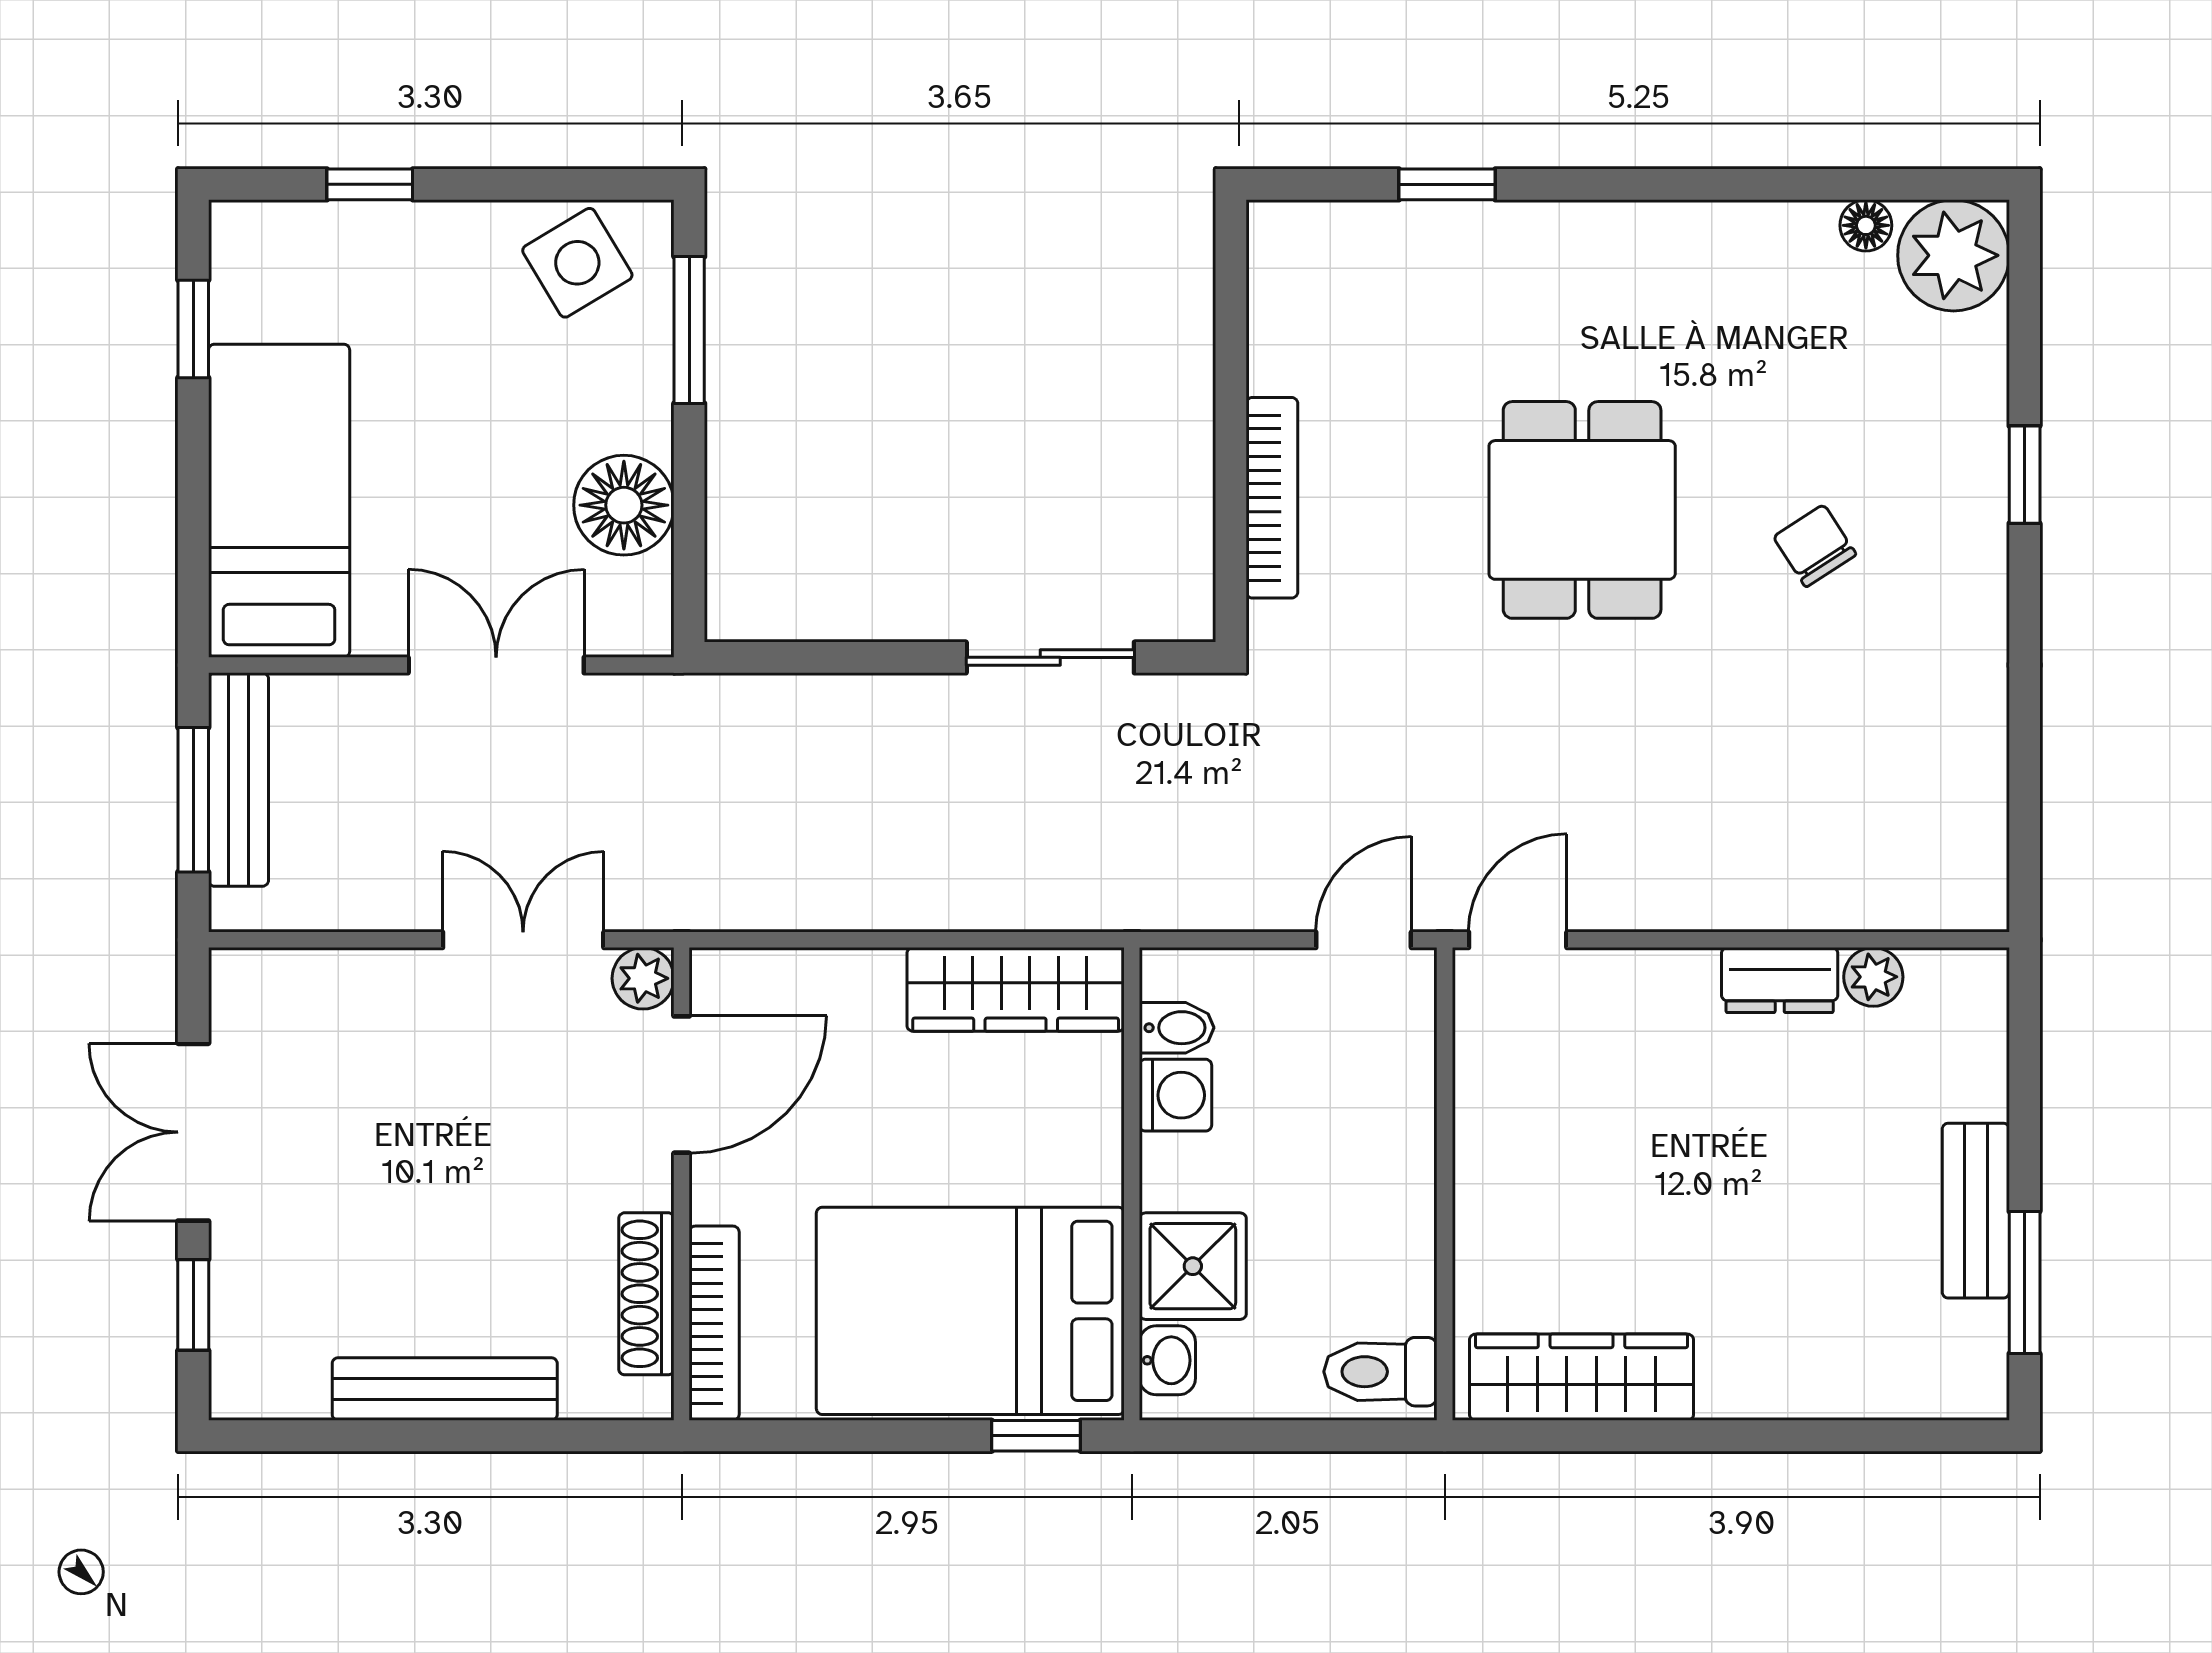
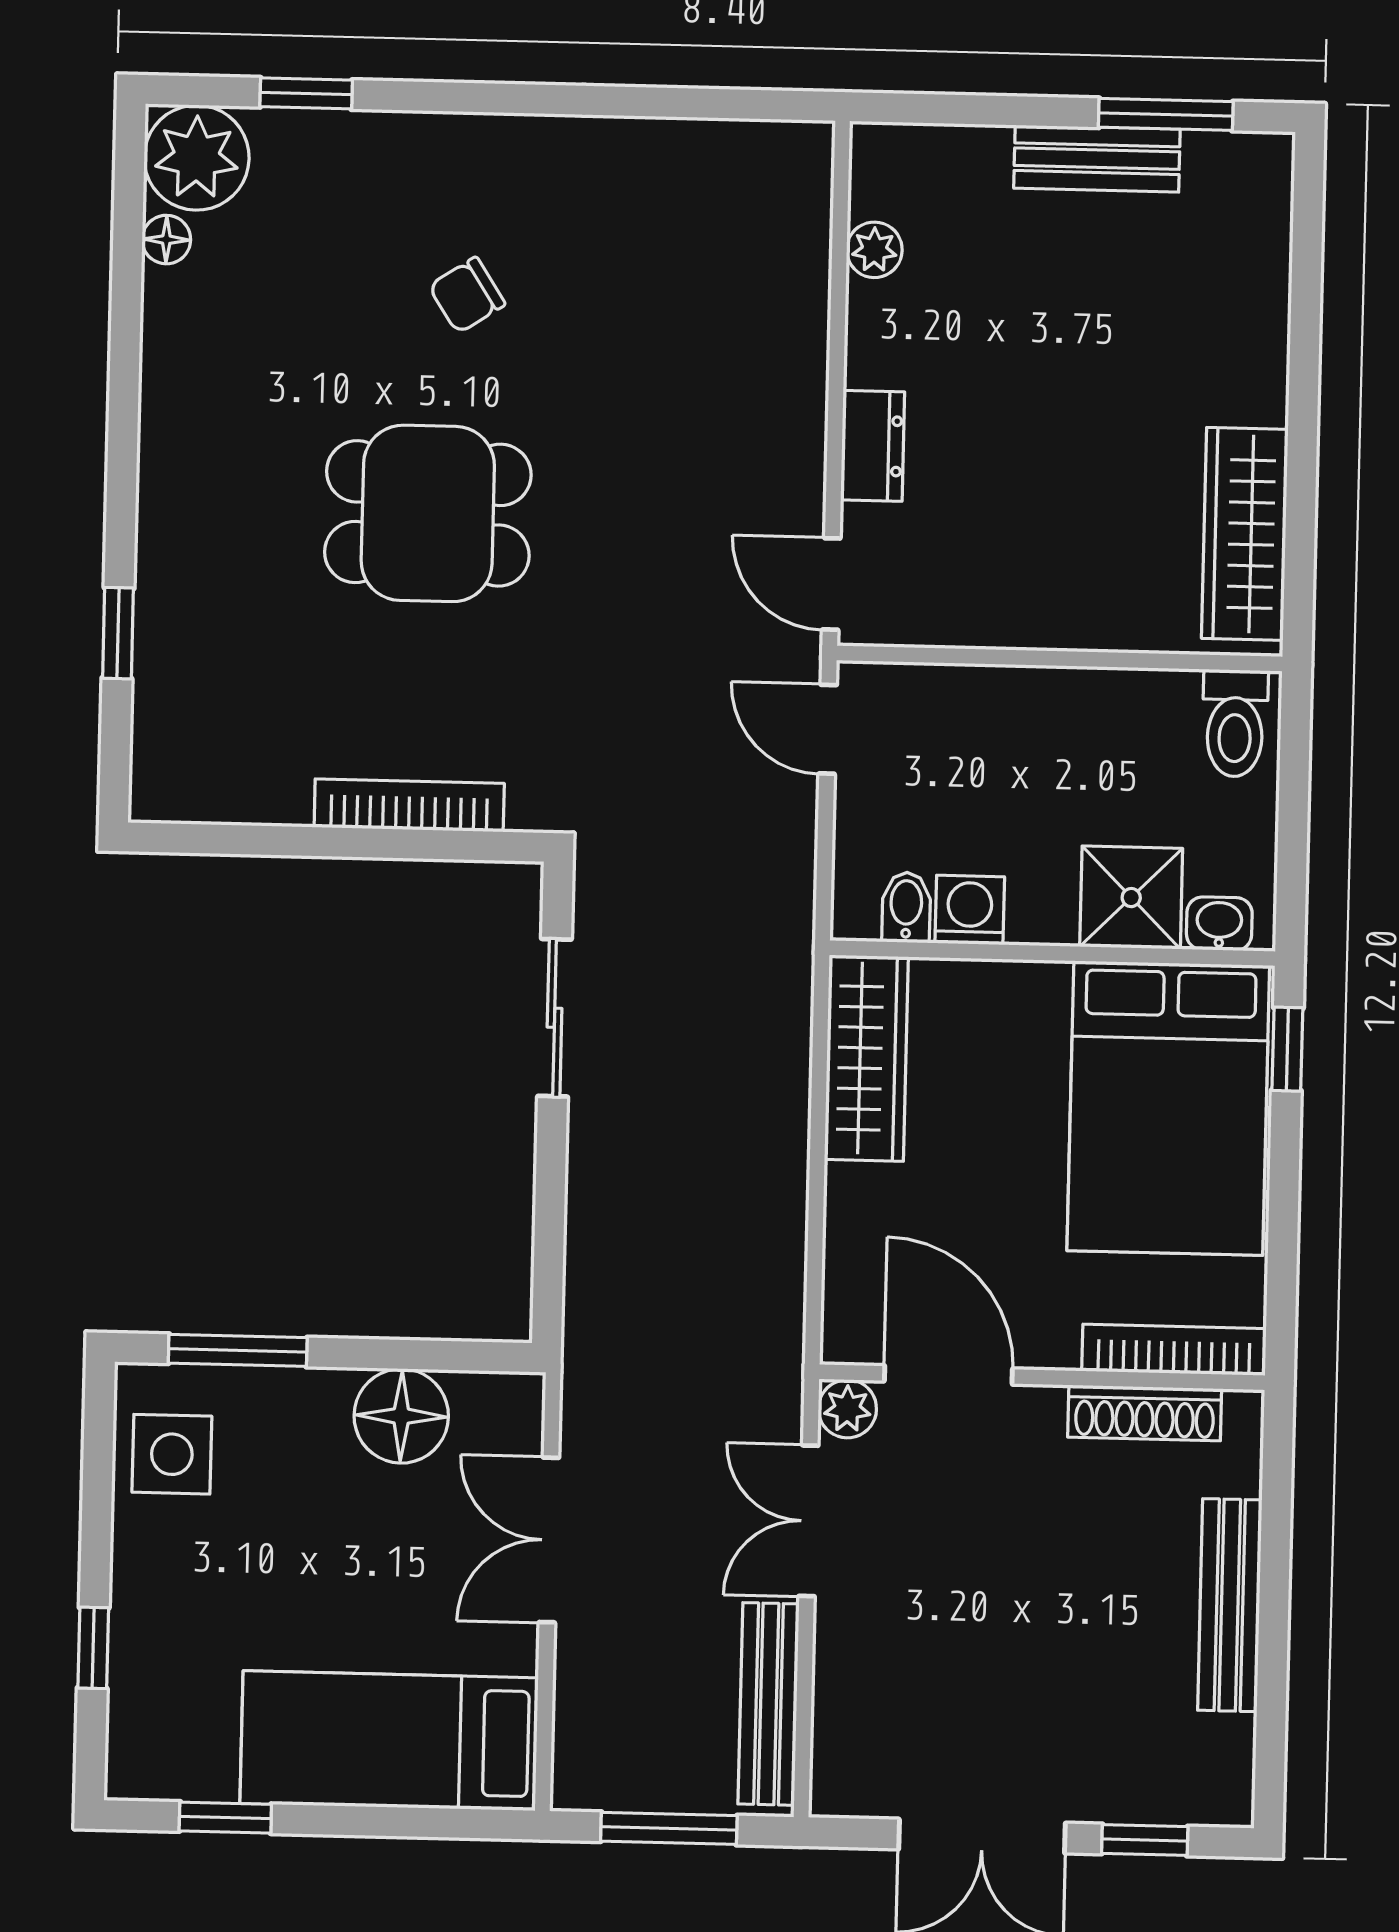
side table: (577, 263) -> (172, 1454), turned 31
window: (2025, 475) -> (306, 93), moved
bench: (238, 780) -> (768, 1704), moved, turned 90
dresser: (1780, 980) -> (873, 446), moved

